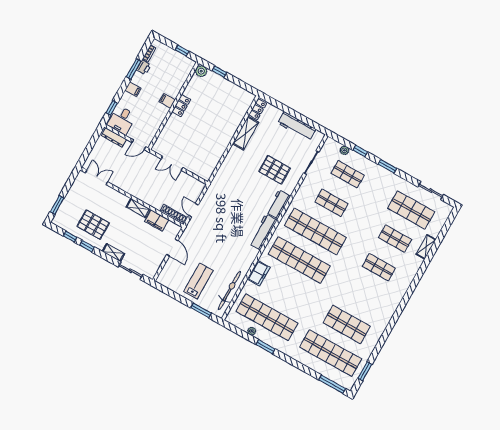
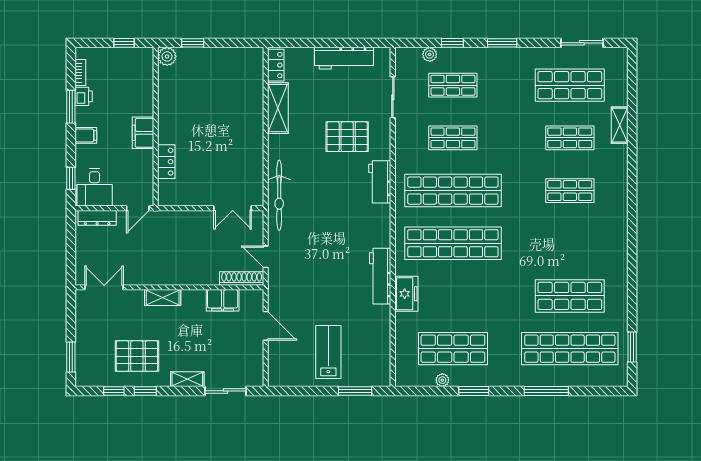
filing cabinet: (167, 101) -> (143, 133), width x2.00
locker: (181, 106) -> (166, 162), moved
double door: (172, 163) -> (233, 208), moved
shelving: (138, 208) -> (163, 298), moved
workbench: (263, 232) -> (380, 276), moved
bicycle: (229, 290) -> (279, 195), moved, turned 180
shop shelf: (267, 317) -> (453, 349), width x0.71
window: (332, 384) -> (546, 391), moved

